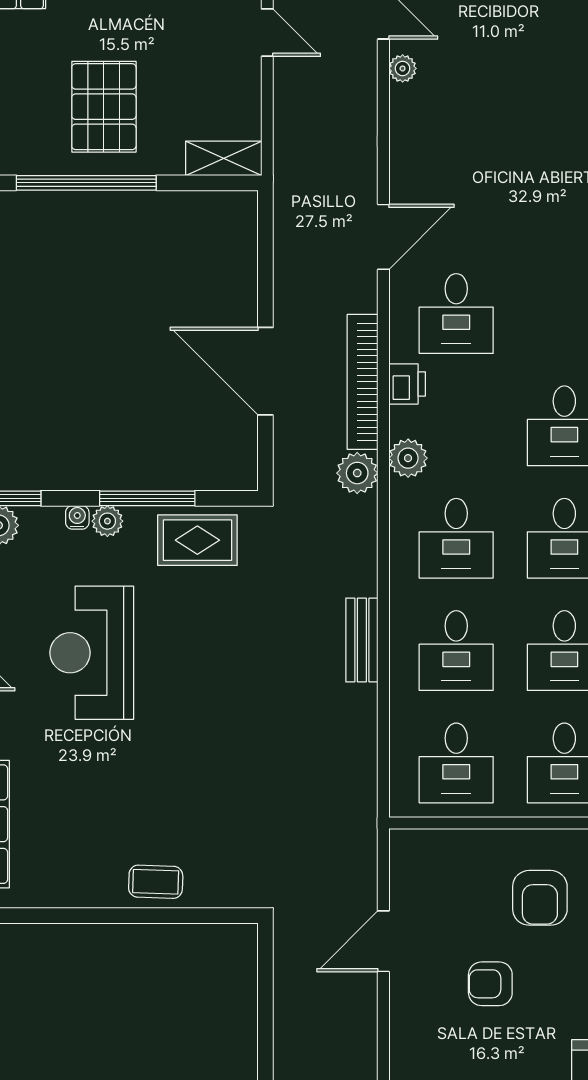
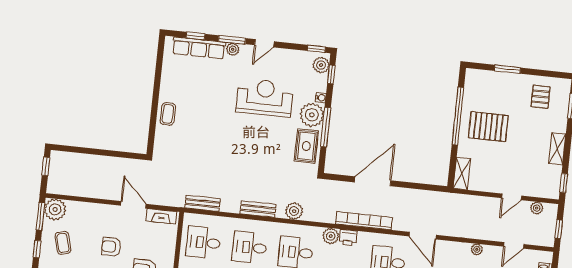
plant: (403, 68) -> (477, 249), moved
printer: (407, 384) -> (348, 238), moved
plant: (357, 473) -> (294, 211), moved
plant: (107, 521) -> (312, 115), width x1.87, depth x1.87
bench: (362, 775) -> (202, 203), added
fireplace: (404, 871) -> (161, 216), added
armchair: (490, 984) -> (111, 247), turned -90

